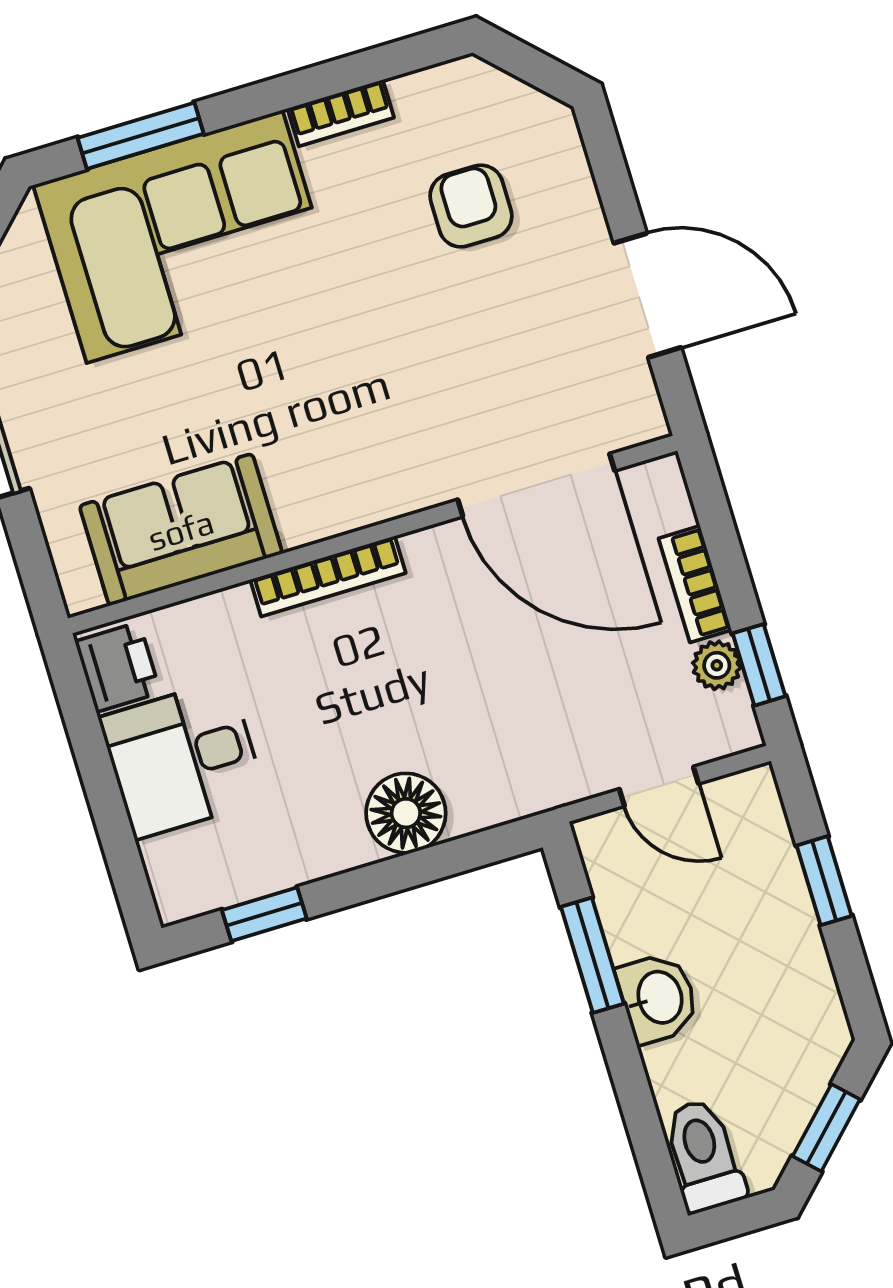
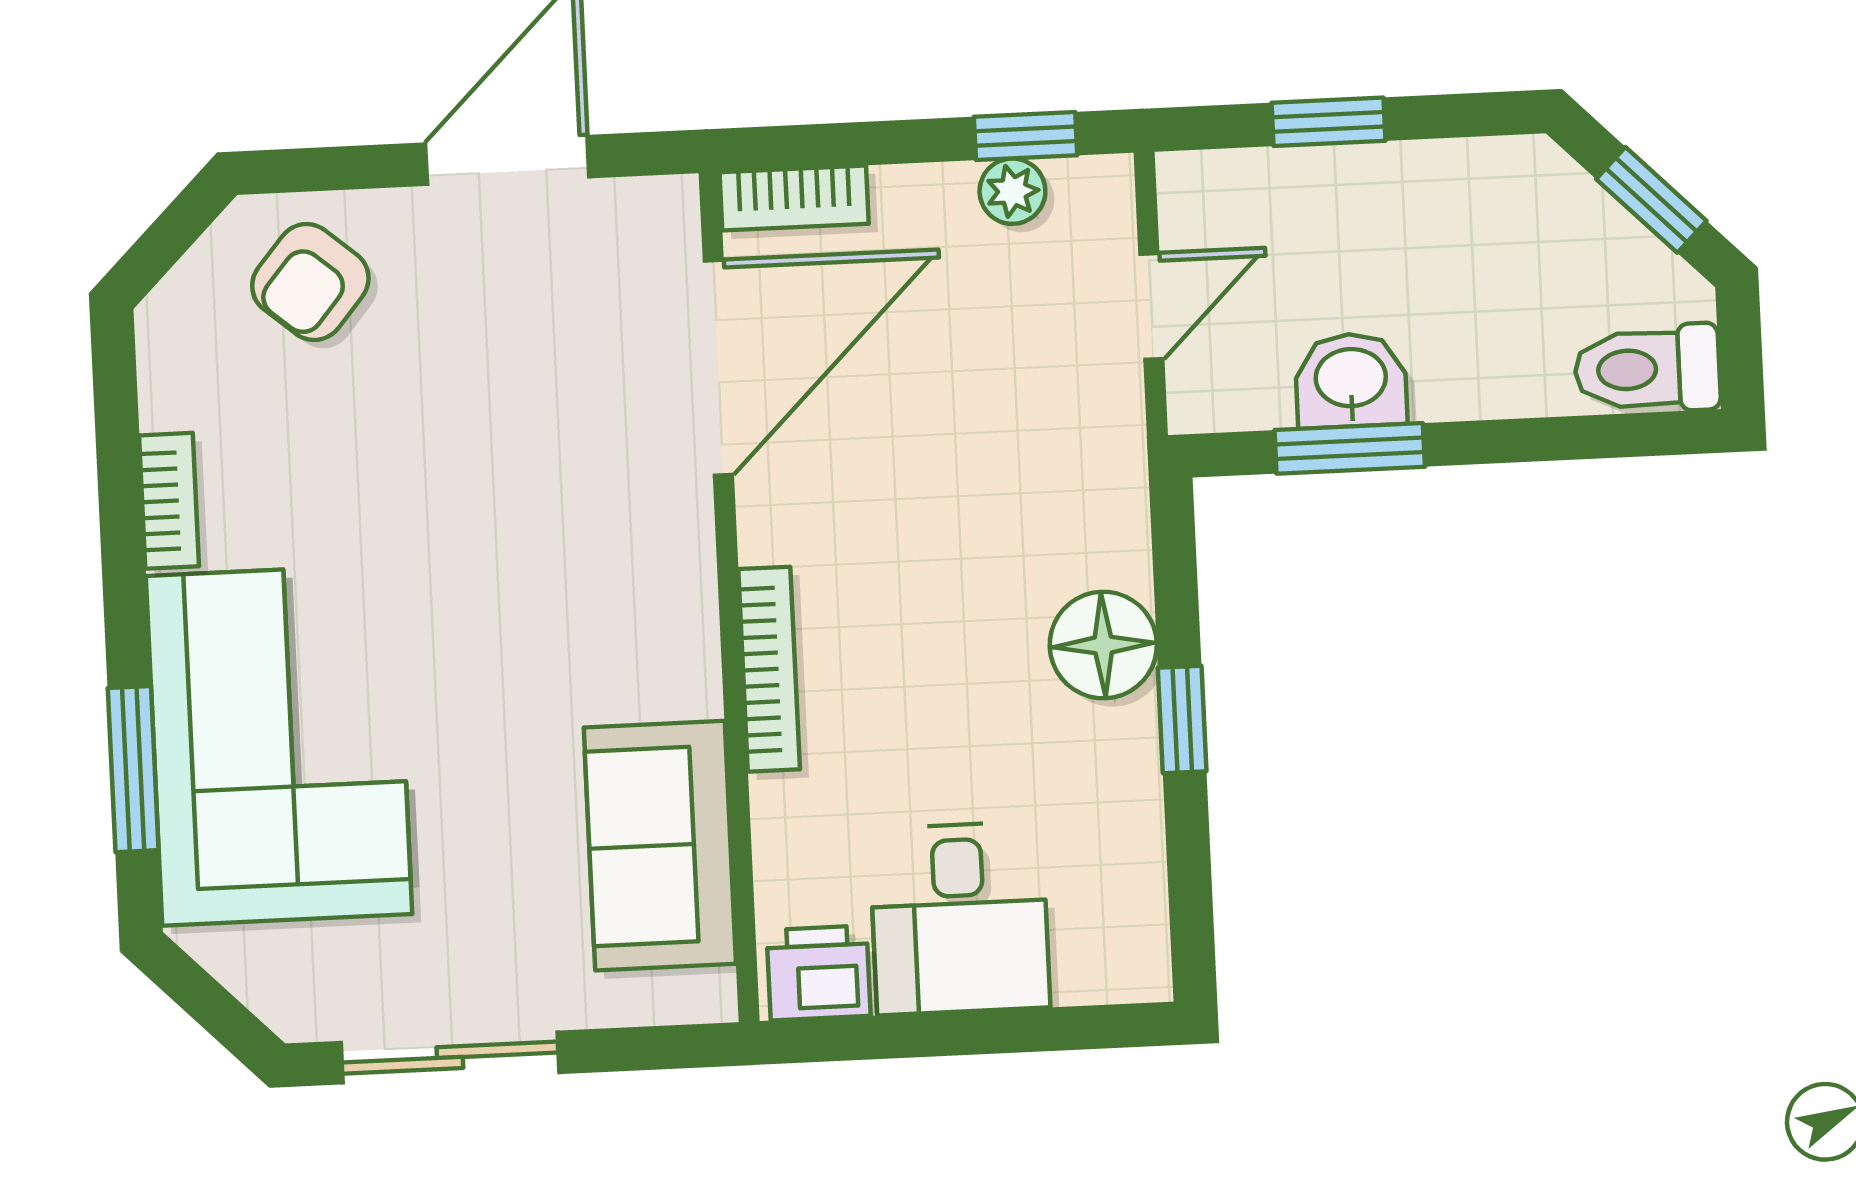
armchair: (471, 206) -> (310, 282), moved, turned -50
bookcase: (695, 584) -> (794, 198), moved
window: (264, 914) -> (1182, 719), moved
washbasin: (658, 998) -> (1351, 380), moved

